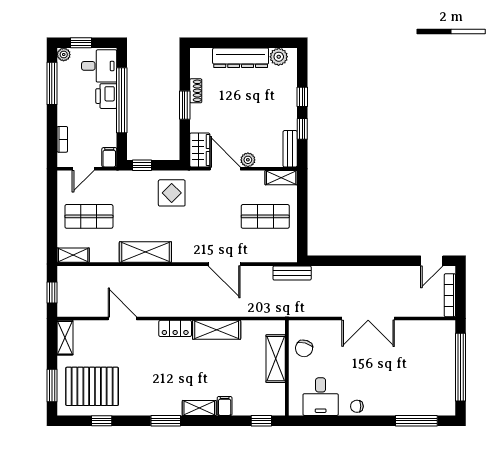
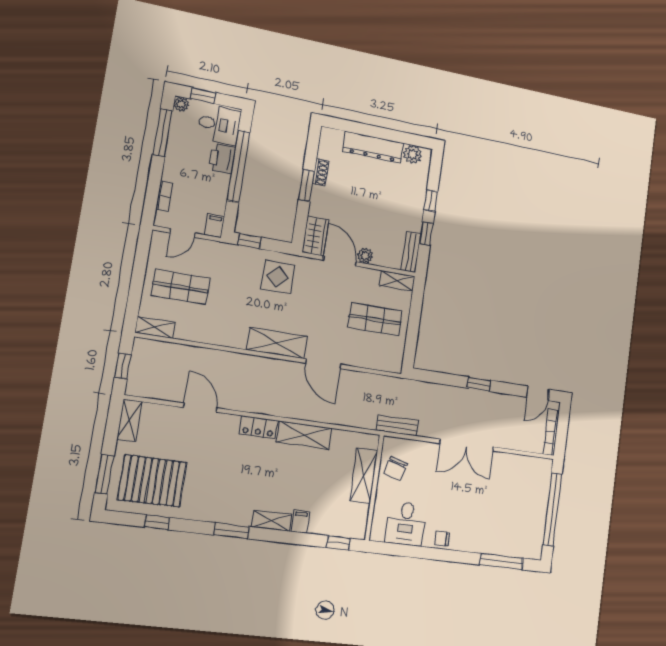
shelving: (145, 252) -> (277, 343), moved
window: (372, 261) -> (479, 384), added
bench: (292, 273) -> (398, 426), moved

